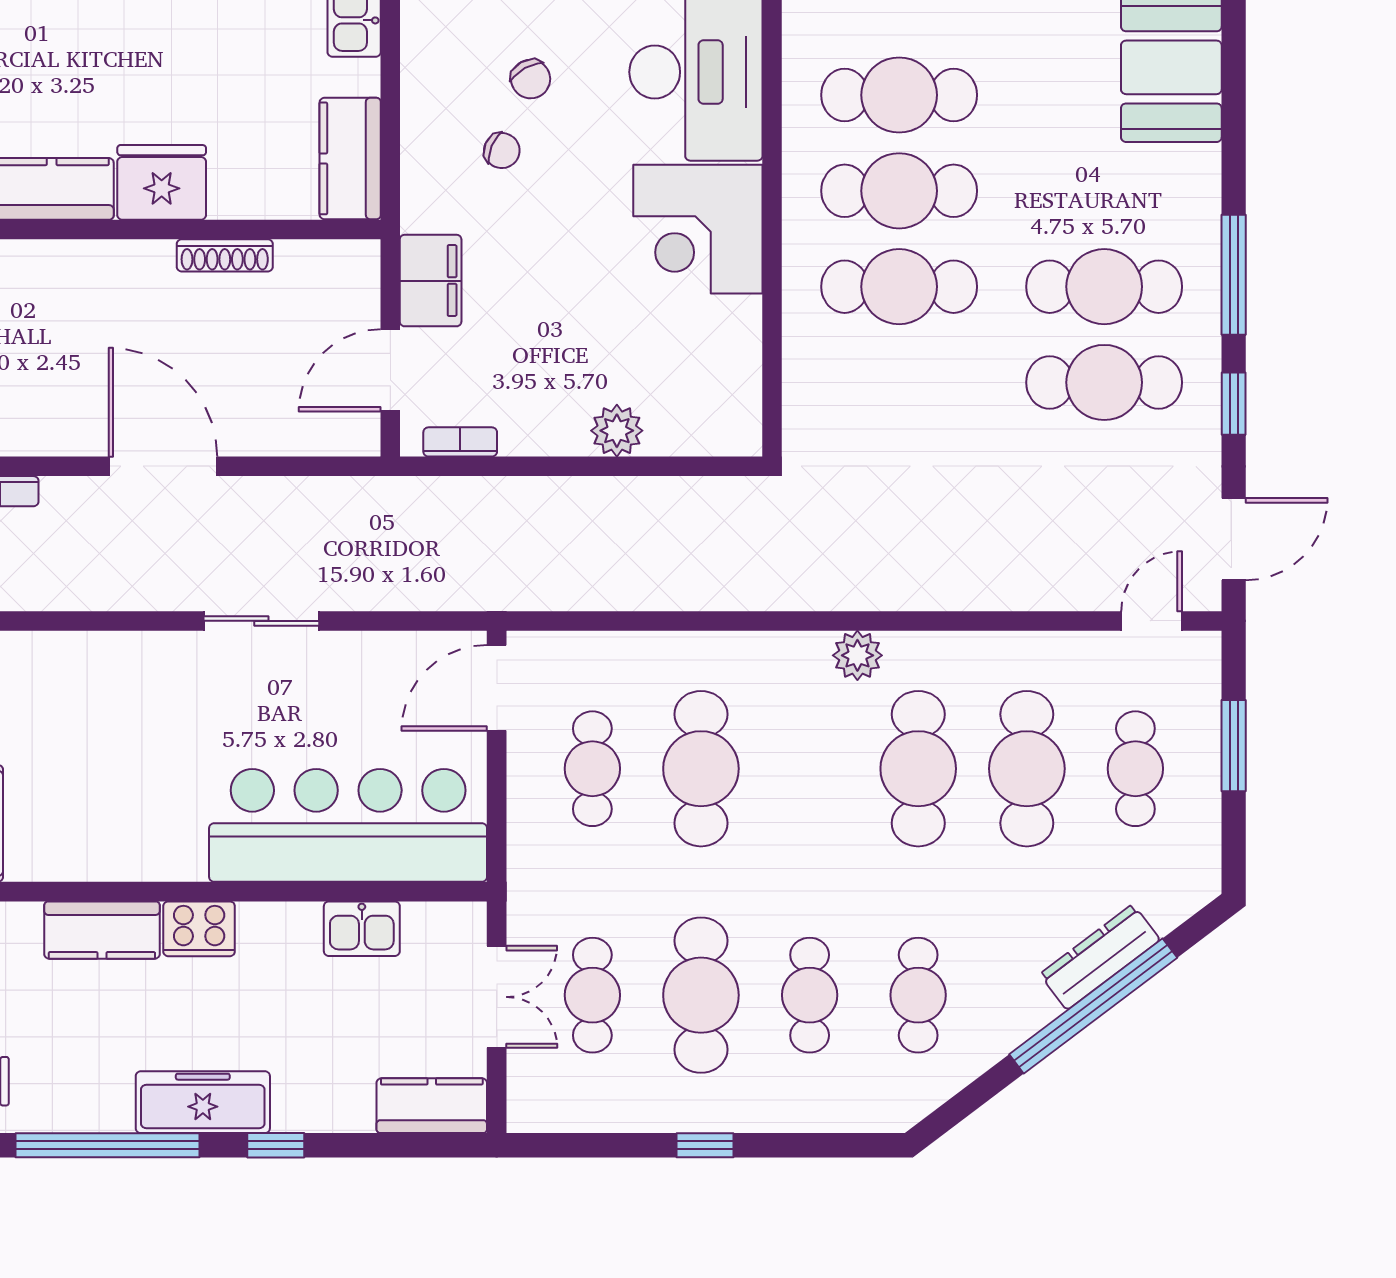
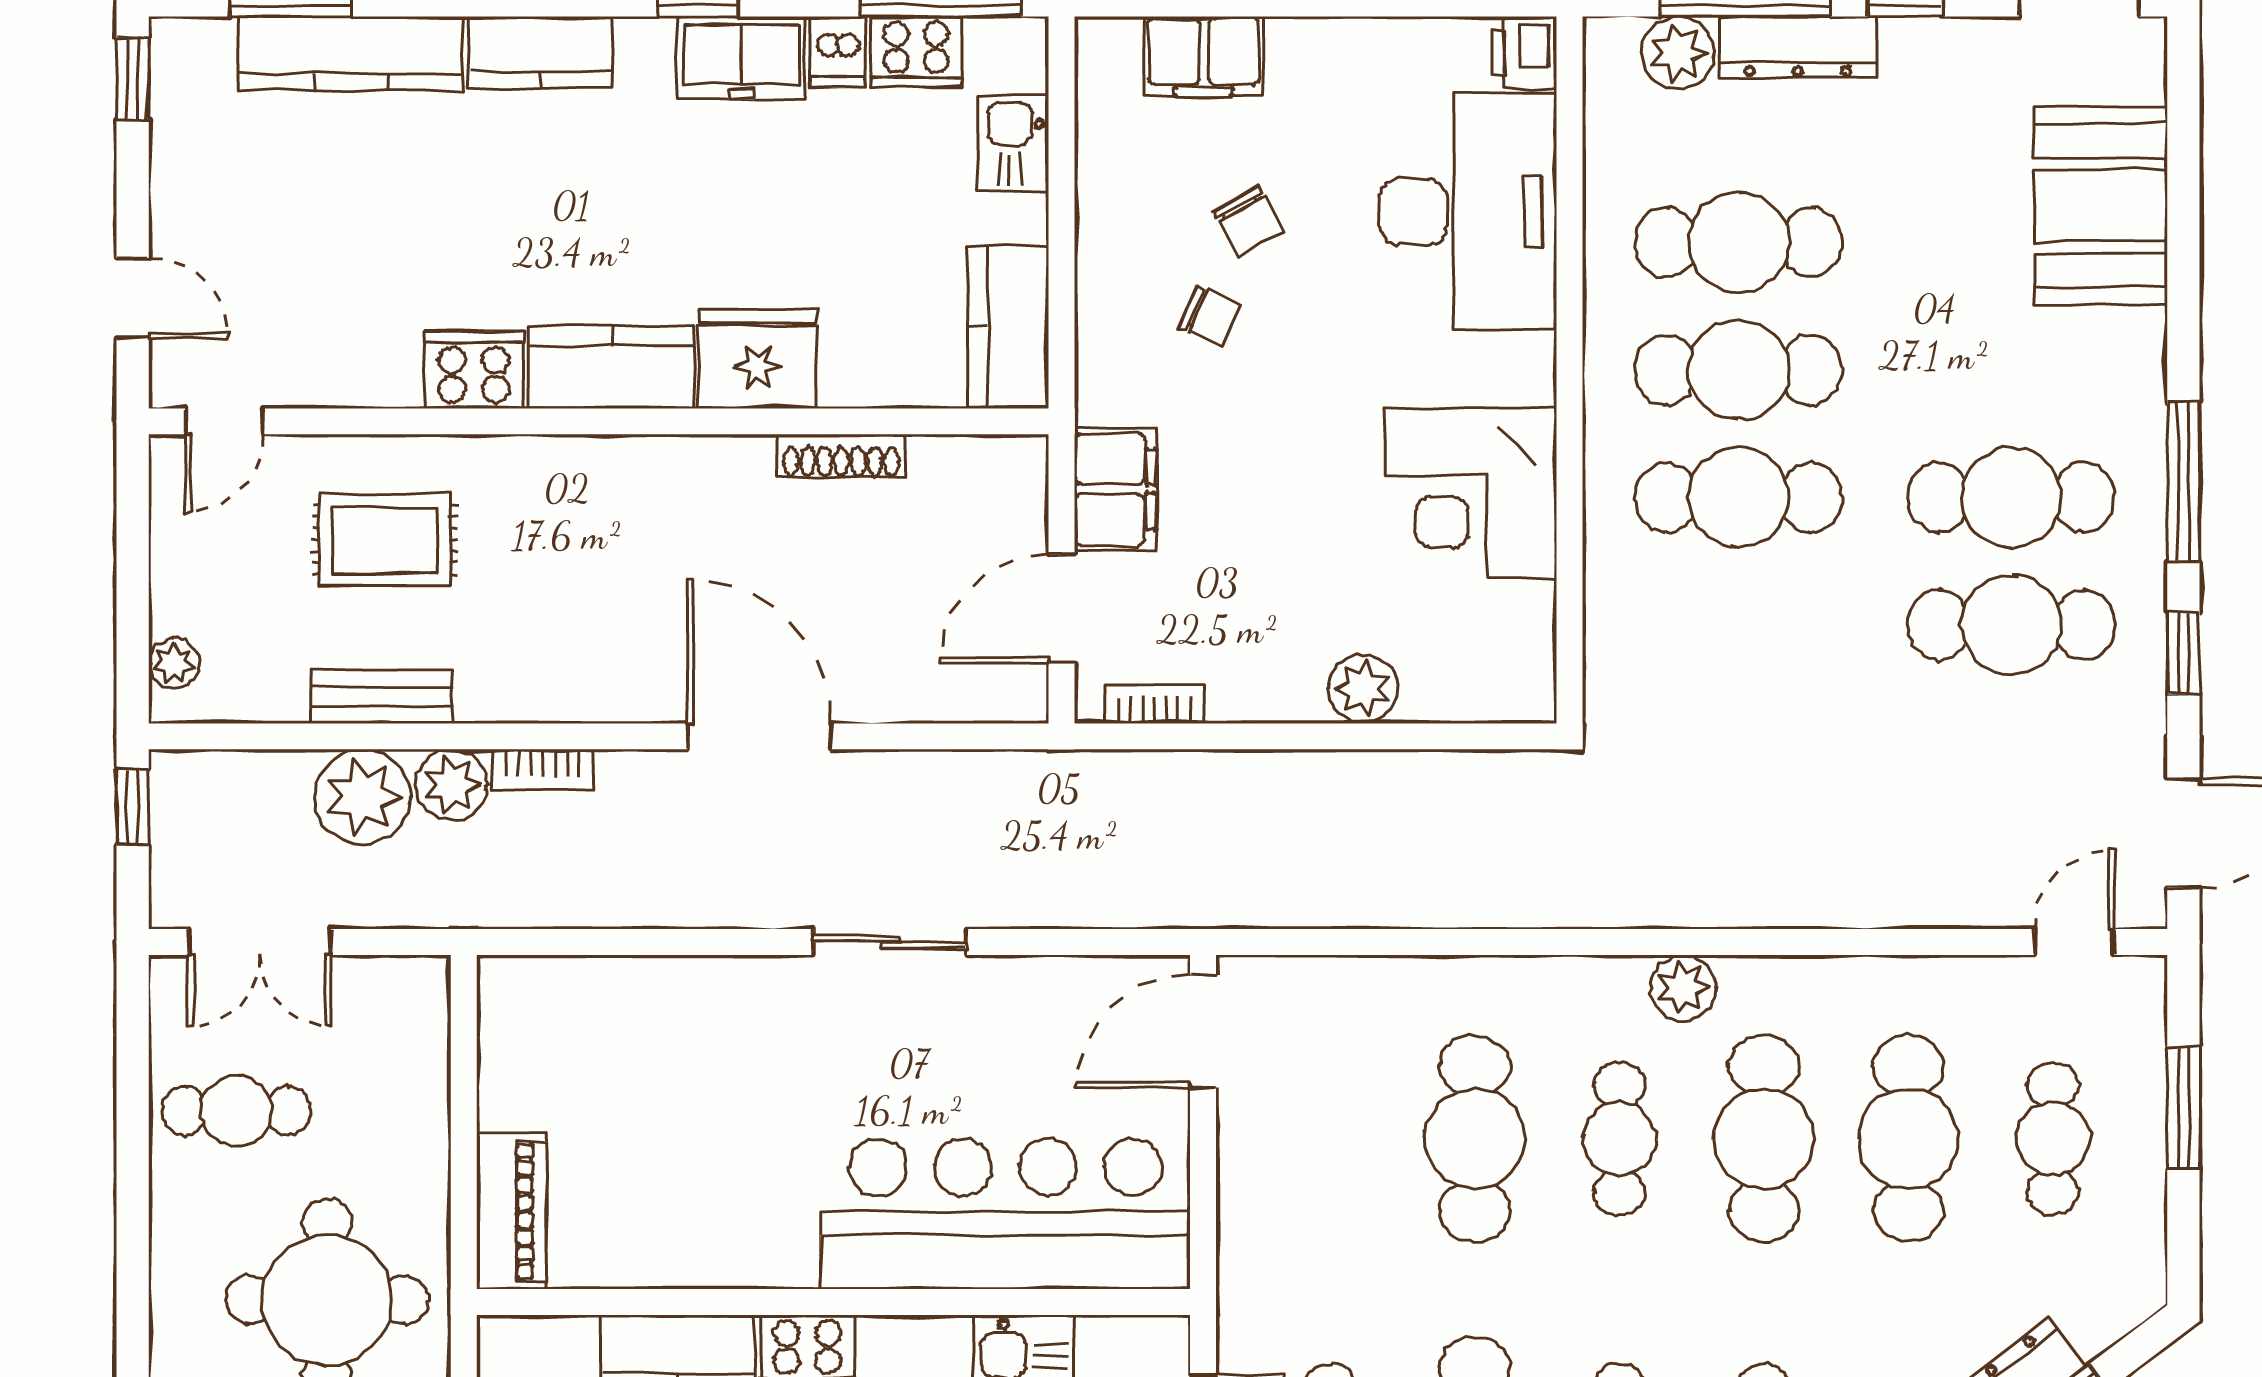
corner desk: (698, 229) -> (1471, 493), moved
cafe table: (592, 769) -> (1619, 1139), moved

